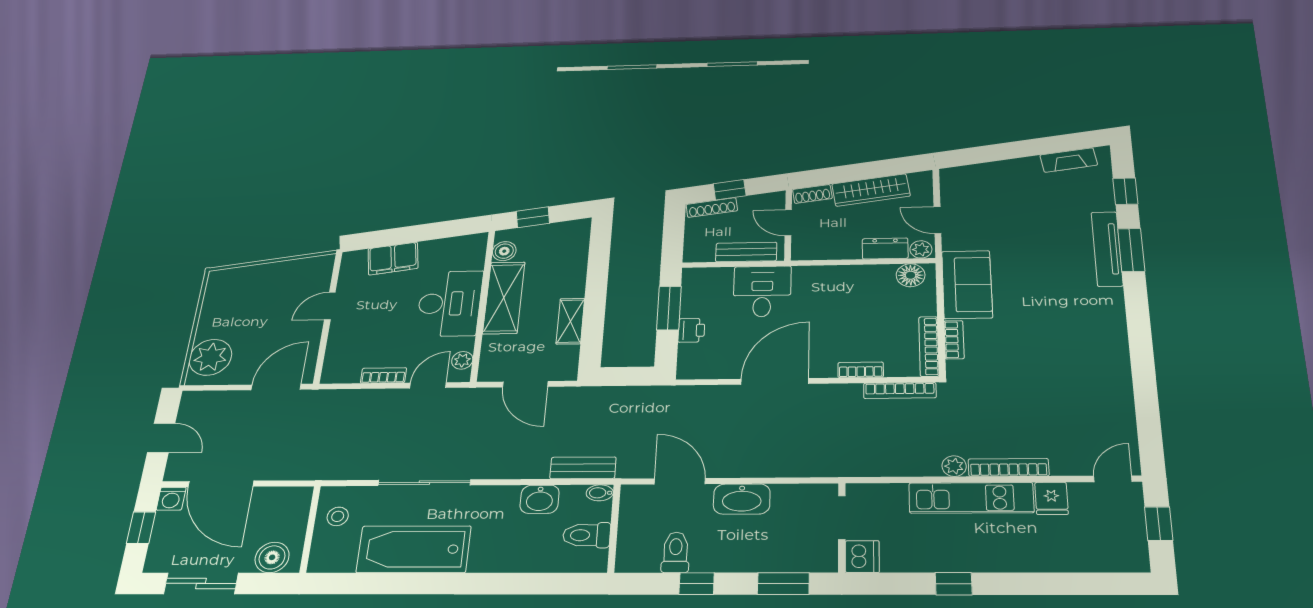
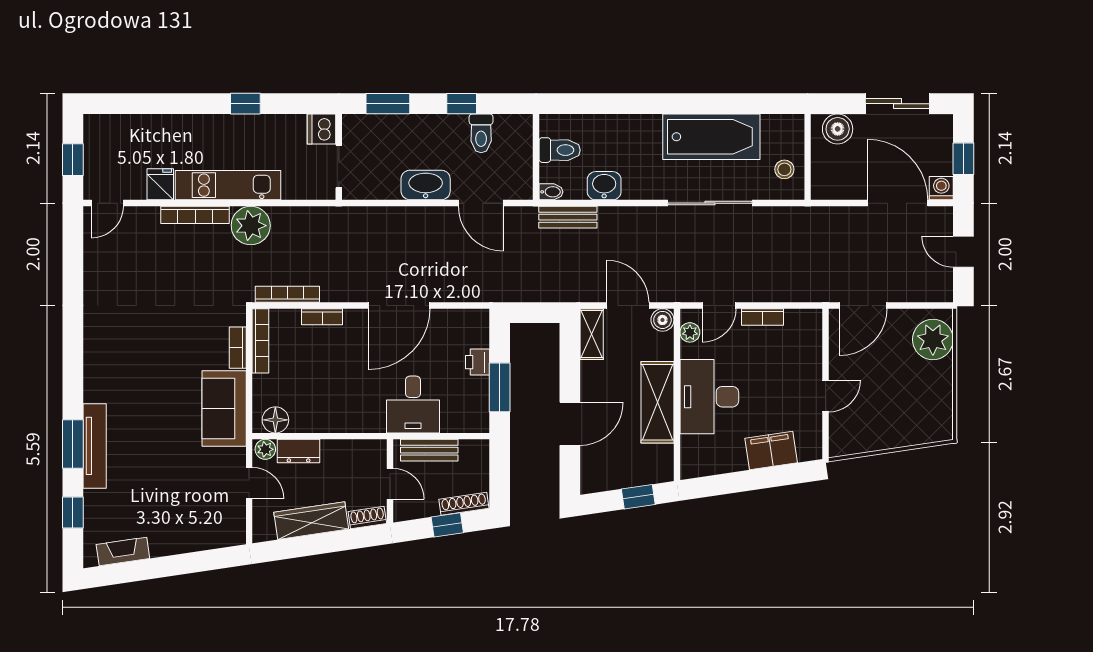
boiler: (504, 251) -> (662, 320), moved
door: (597, 277) -> (570, 424), added
shelving: (570, 321) -> (592, 334), moved
plant: (954, 466) -> (251, 226), width x1.87, depth x1.87

